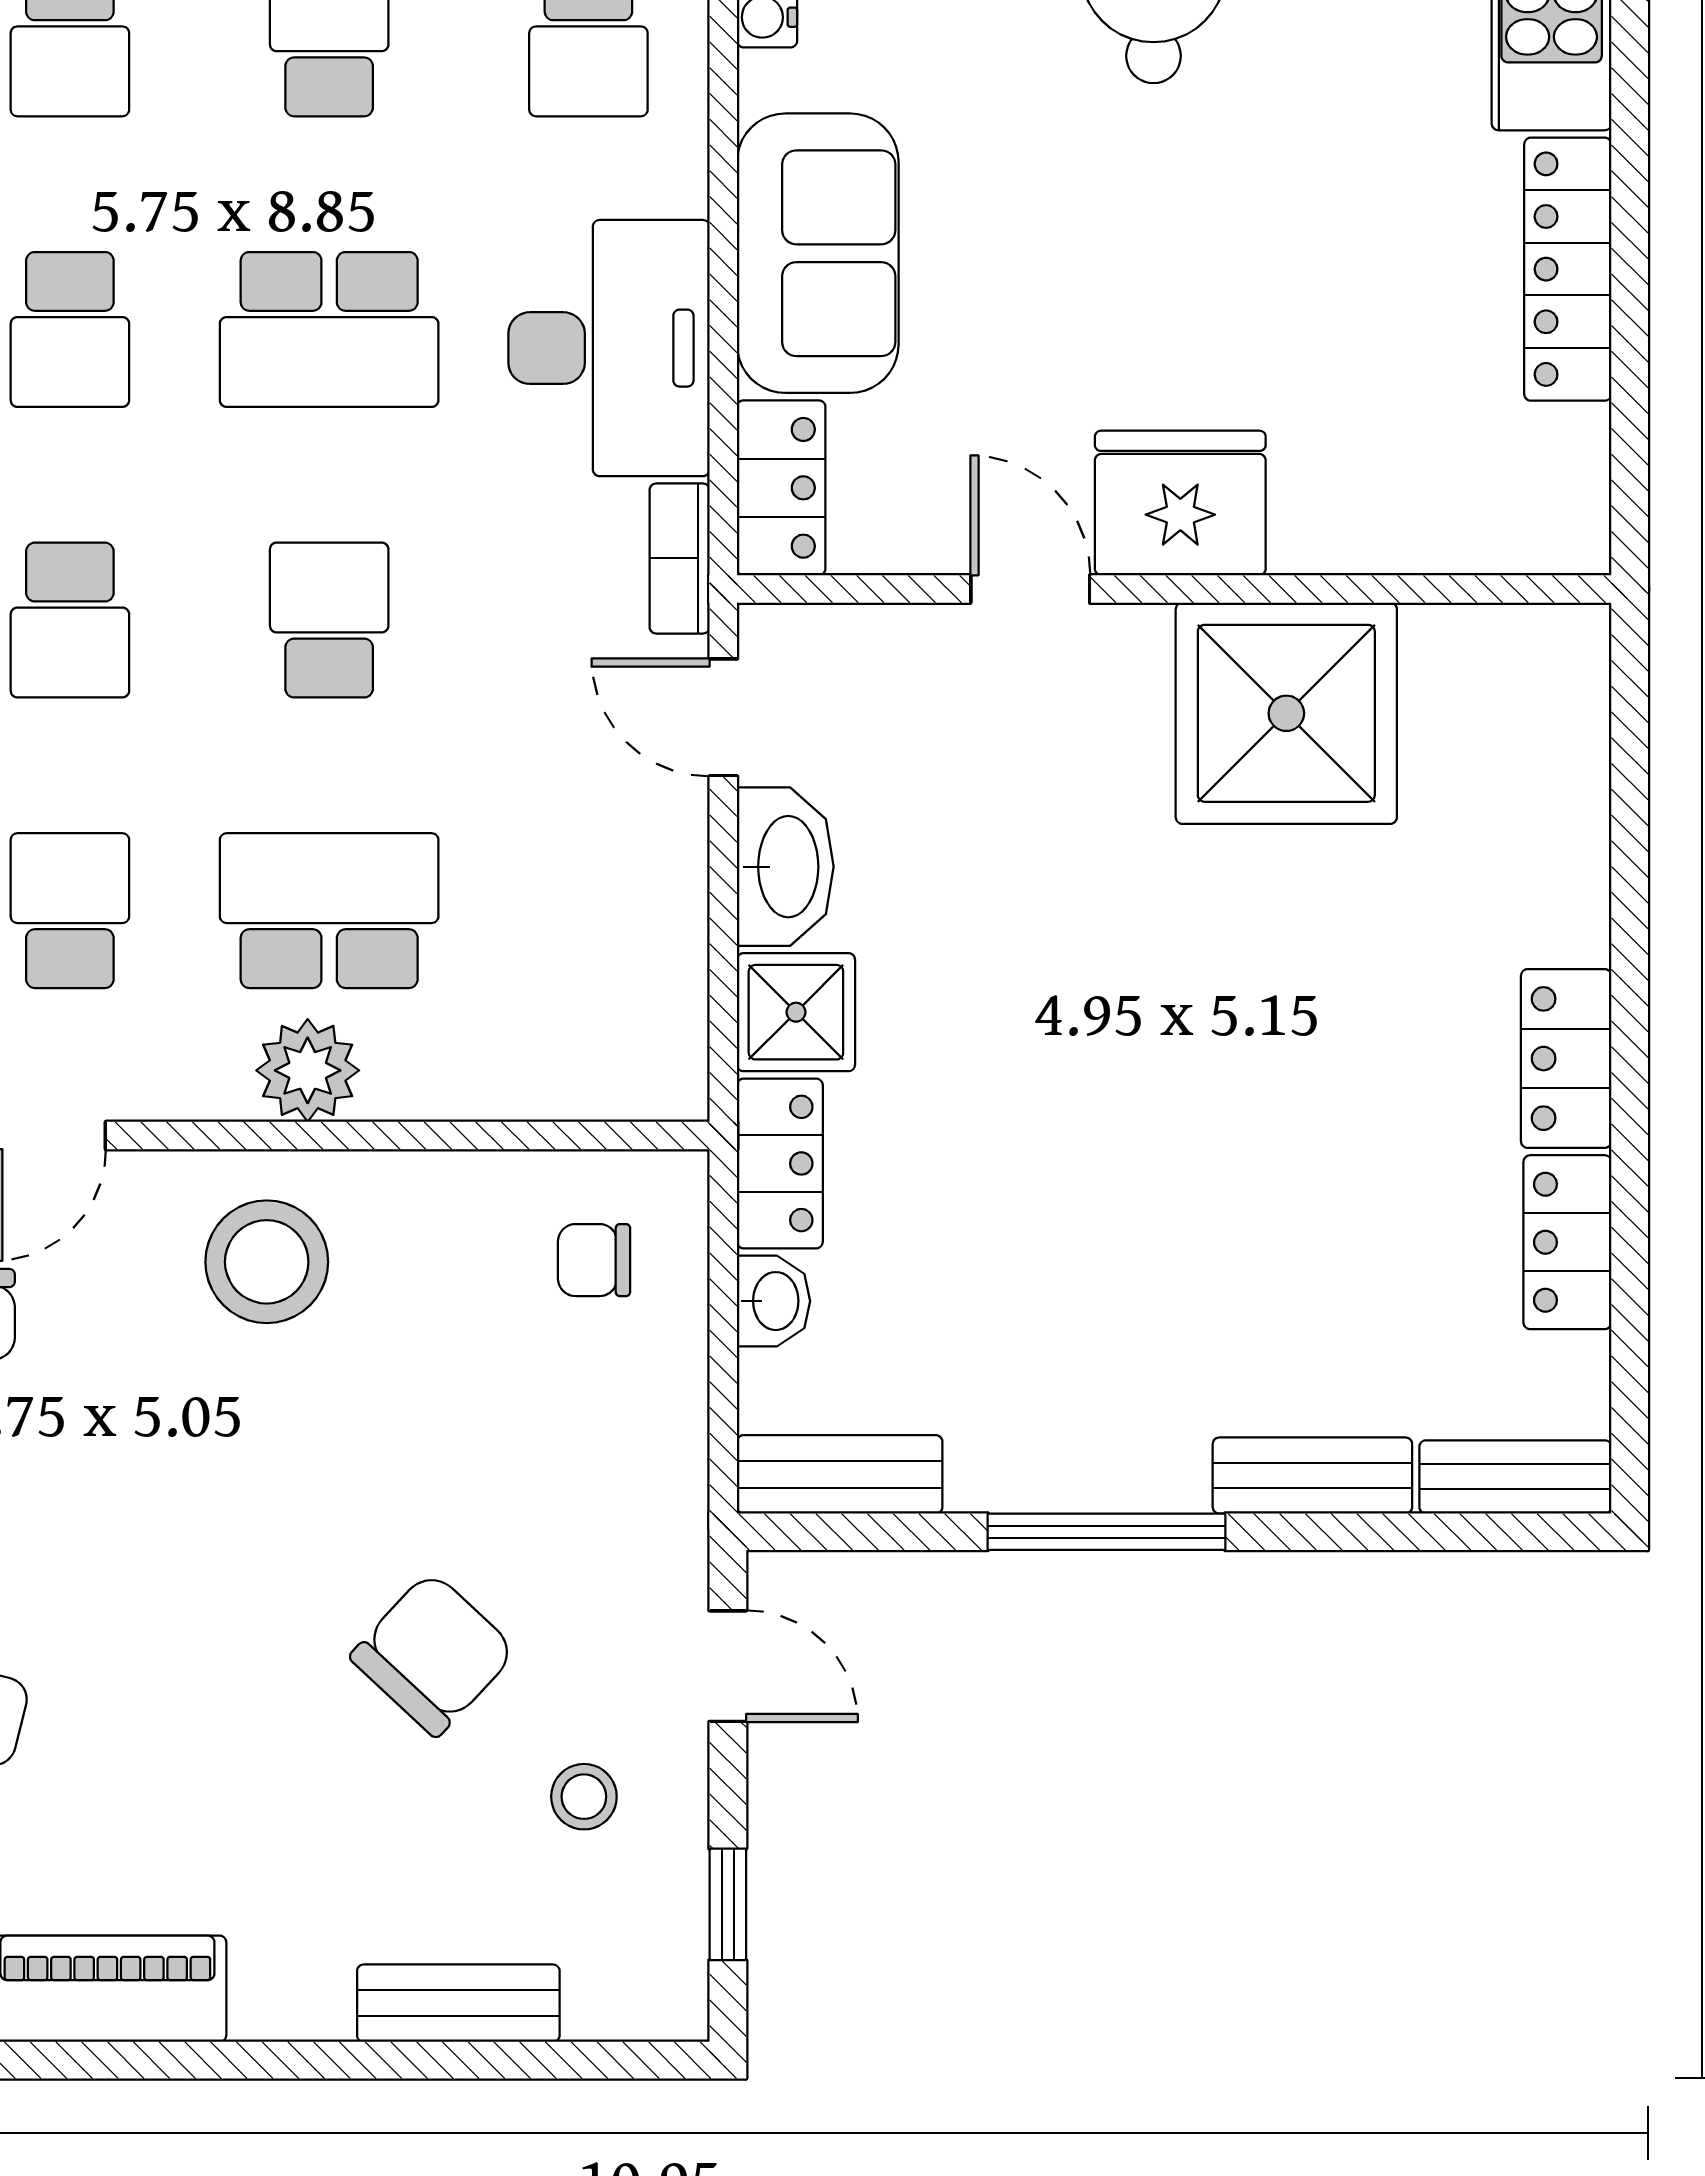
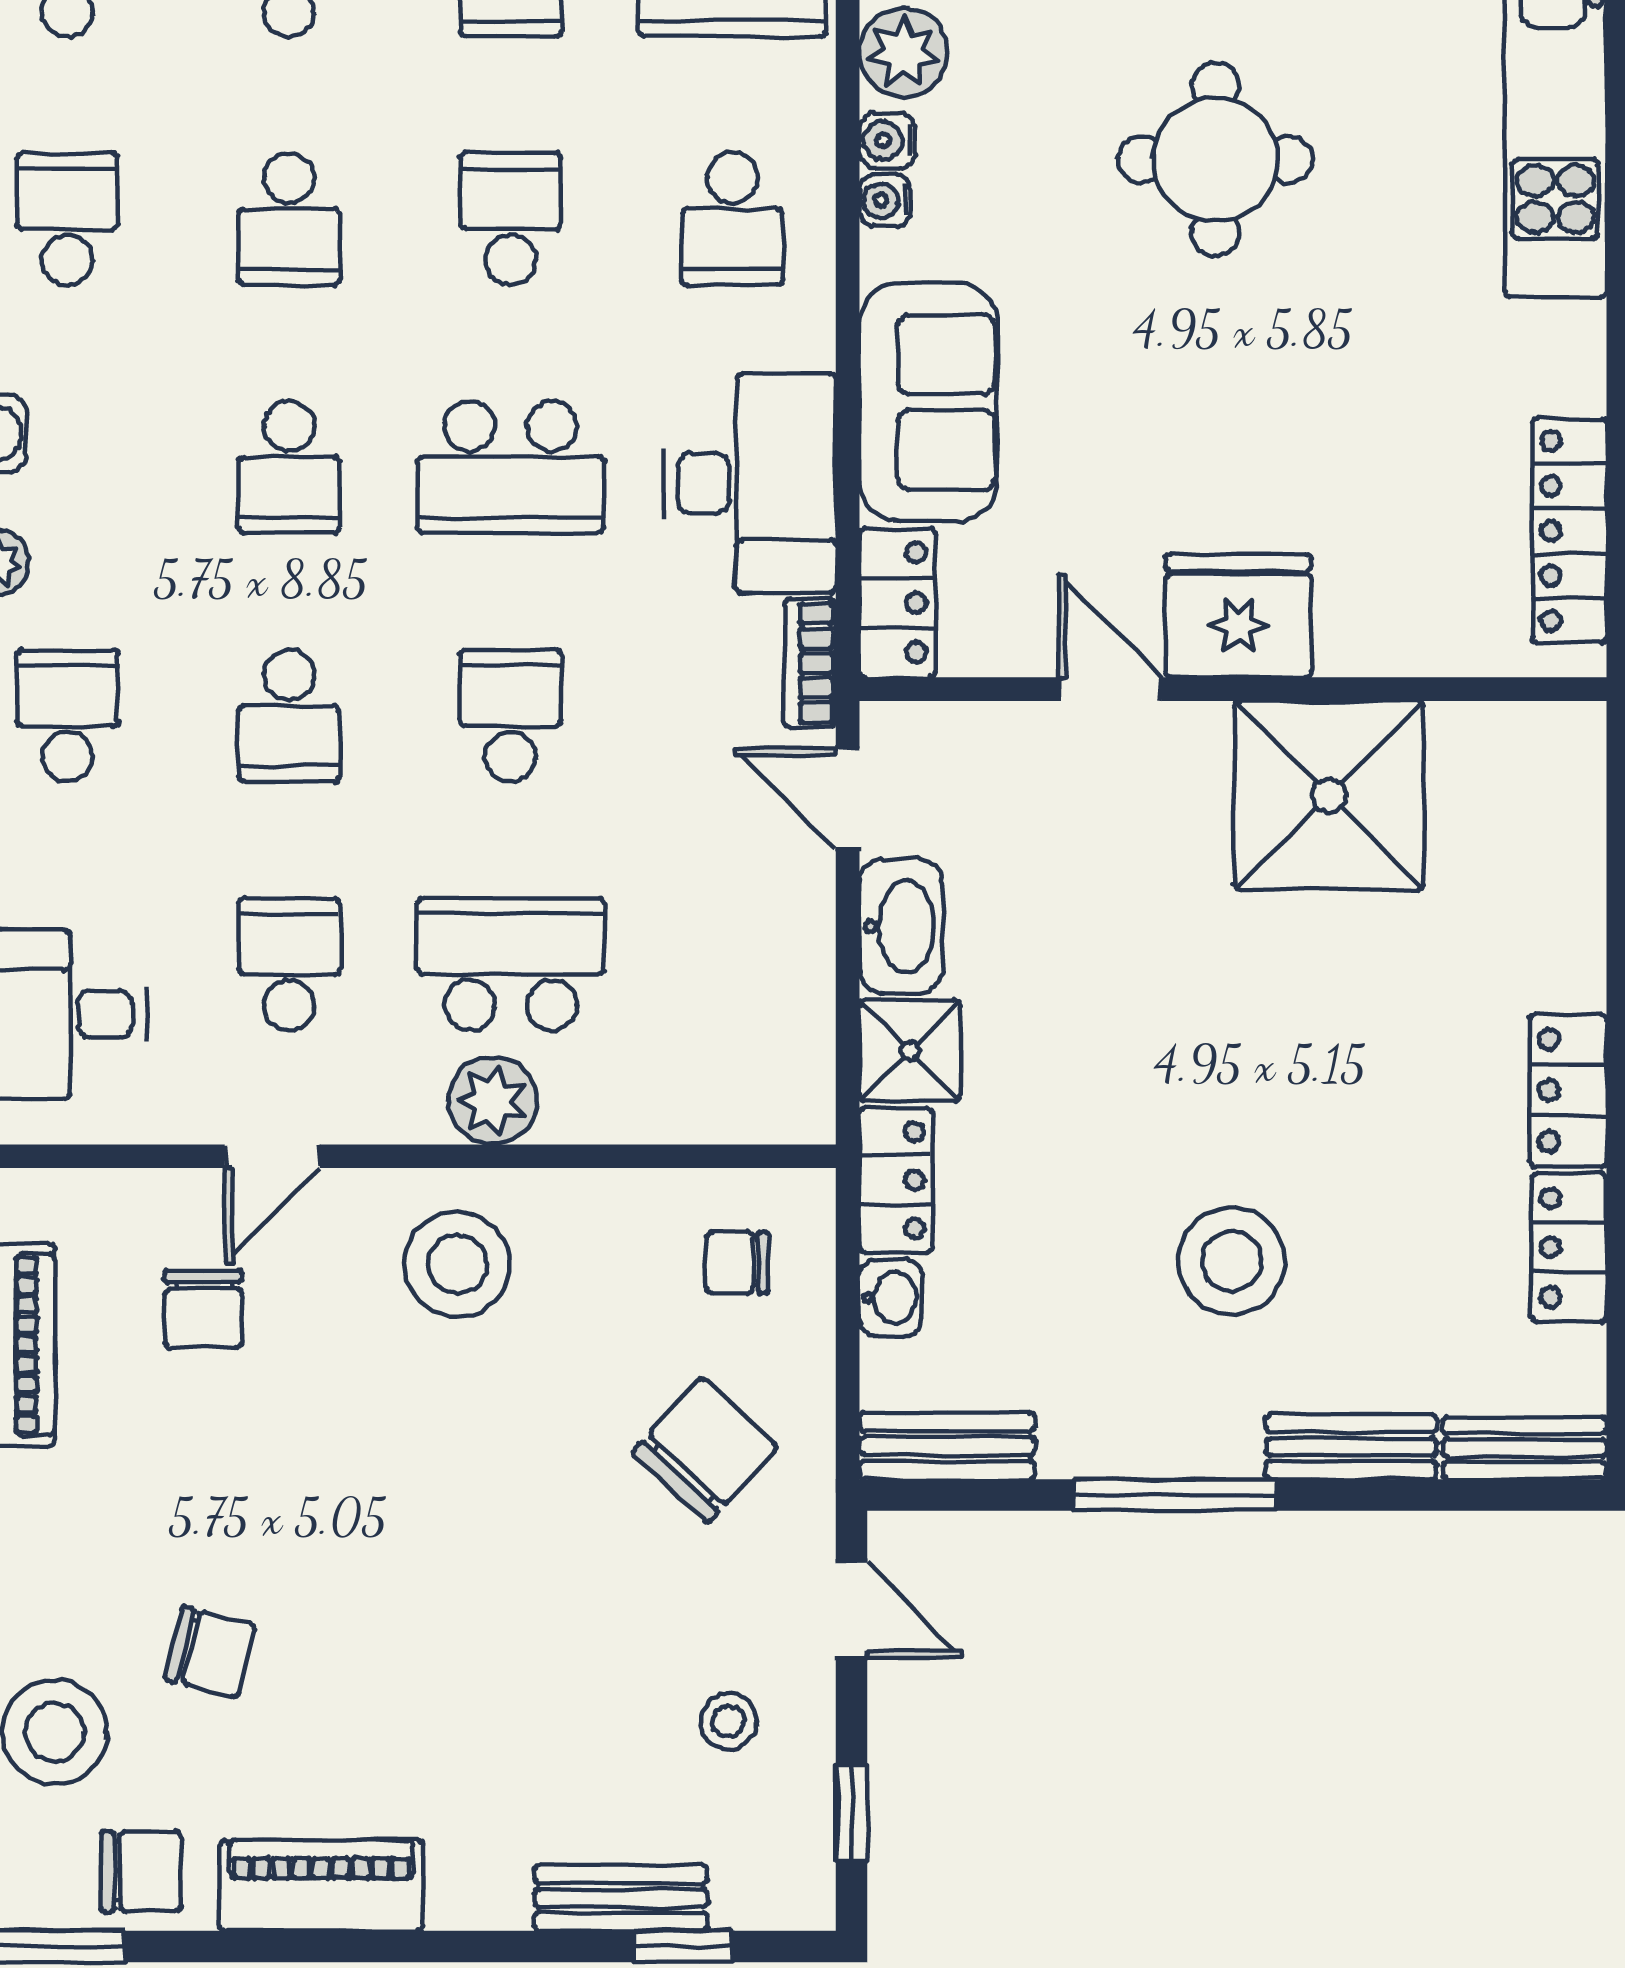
locker: (1568, 269) -> (1569, 531), moved
stool: (1173, 1258) -> (1232, 1261), added
chair: (433, 1654) -> (705, 1450), moved
window: (531, 2060) -> (683, 1947), added

